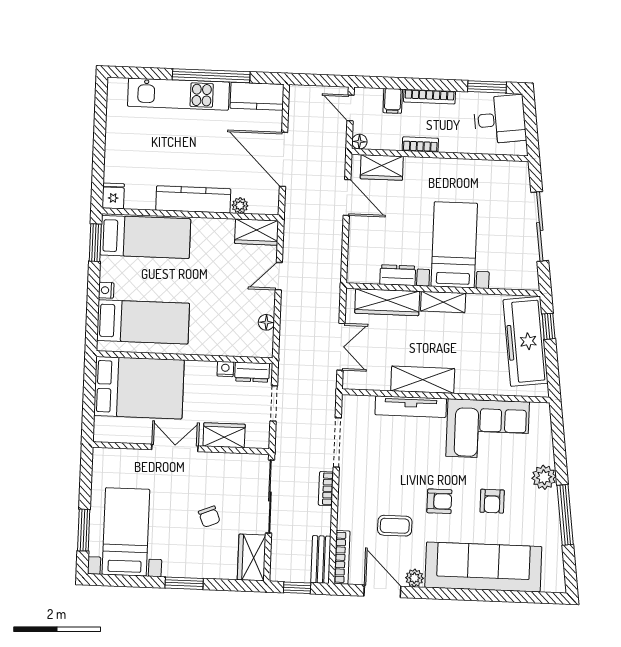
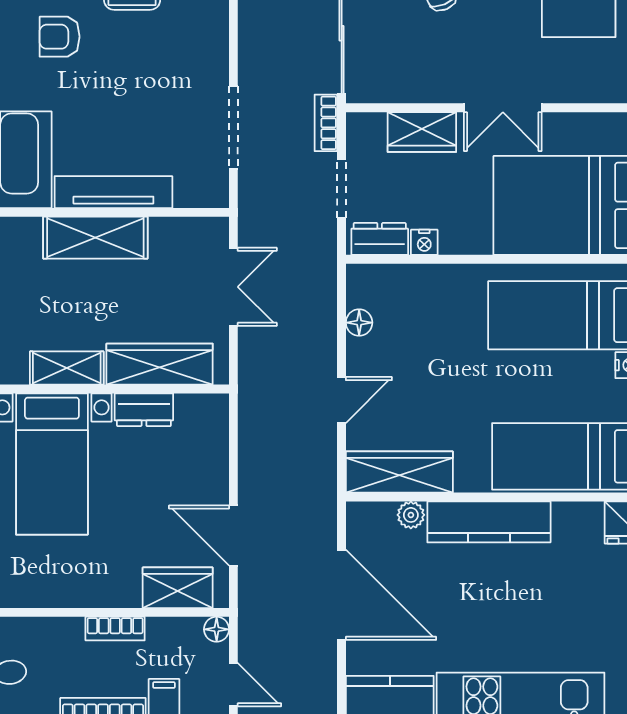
wardrobe: (257, 232) -> (399, 472), width x1.50
double door: (341, 347) -> (233, 287), swing flipped
bookcase: (326, 489) -> (326, 123), moved, turned 180

